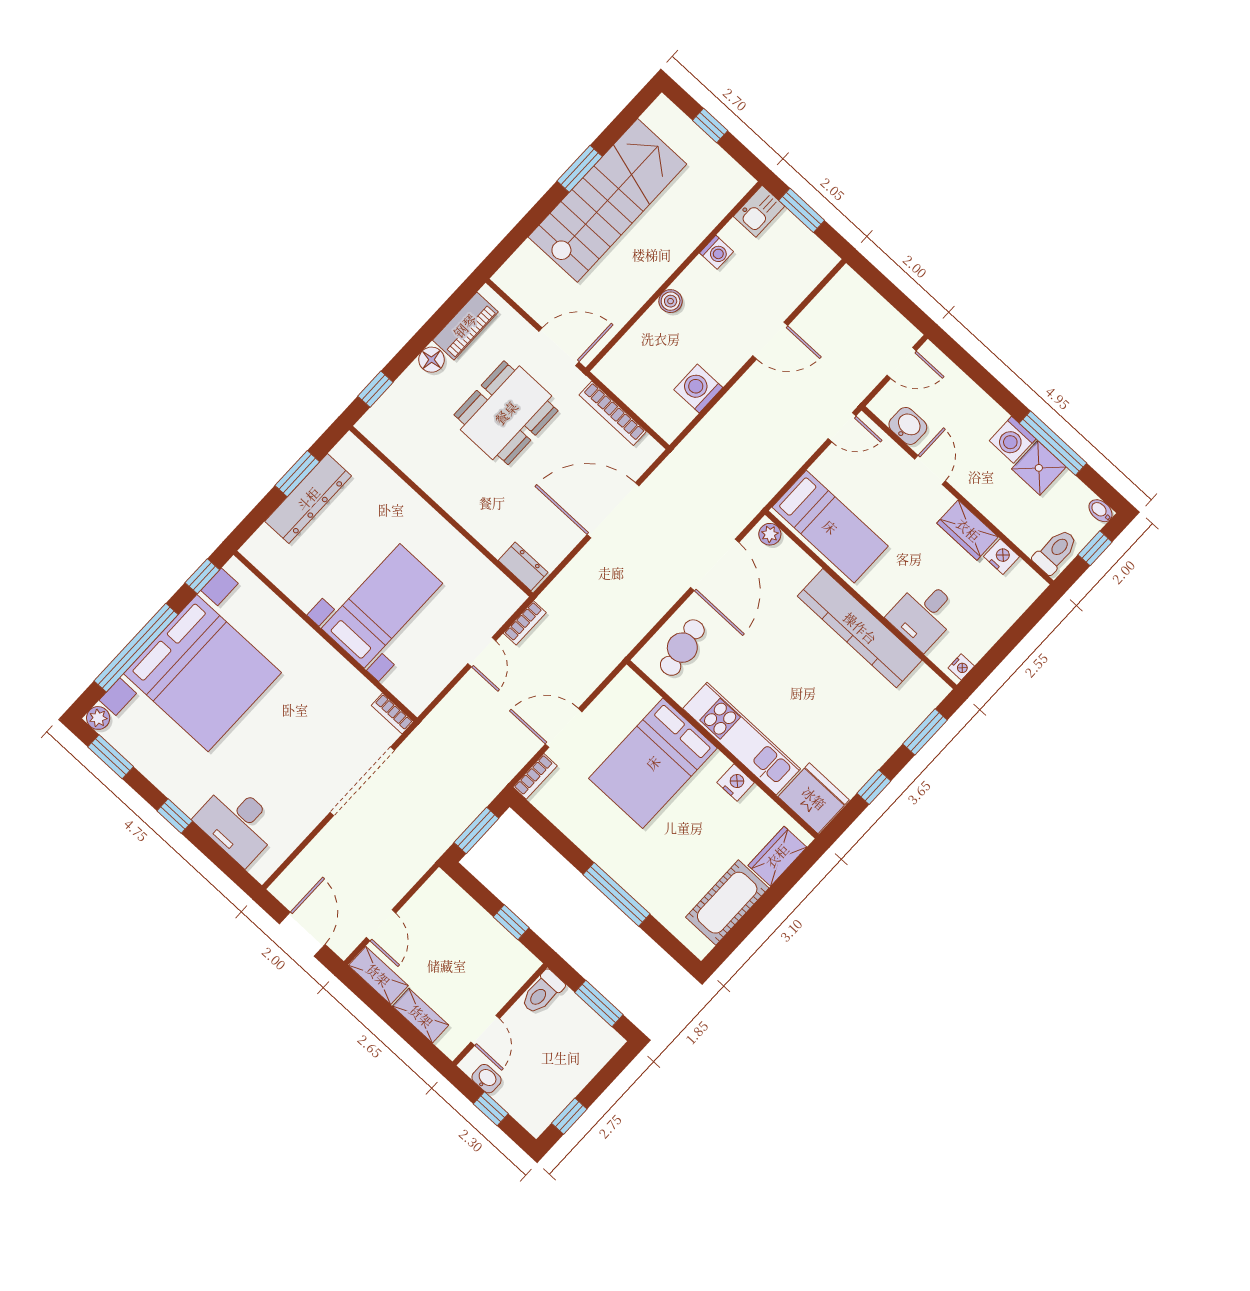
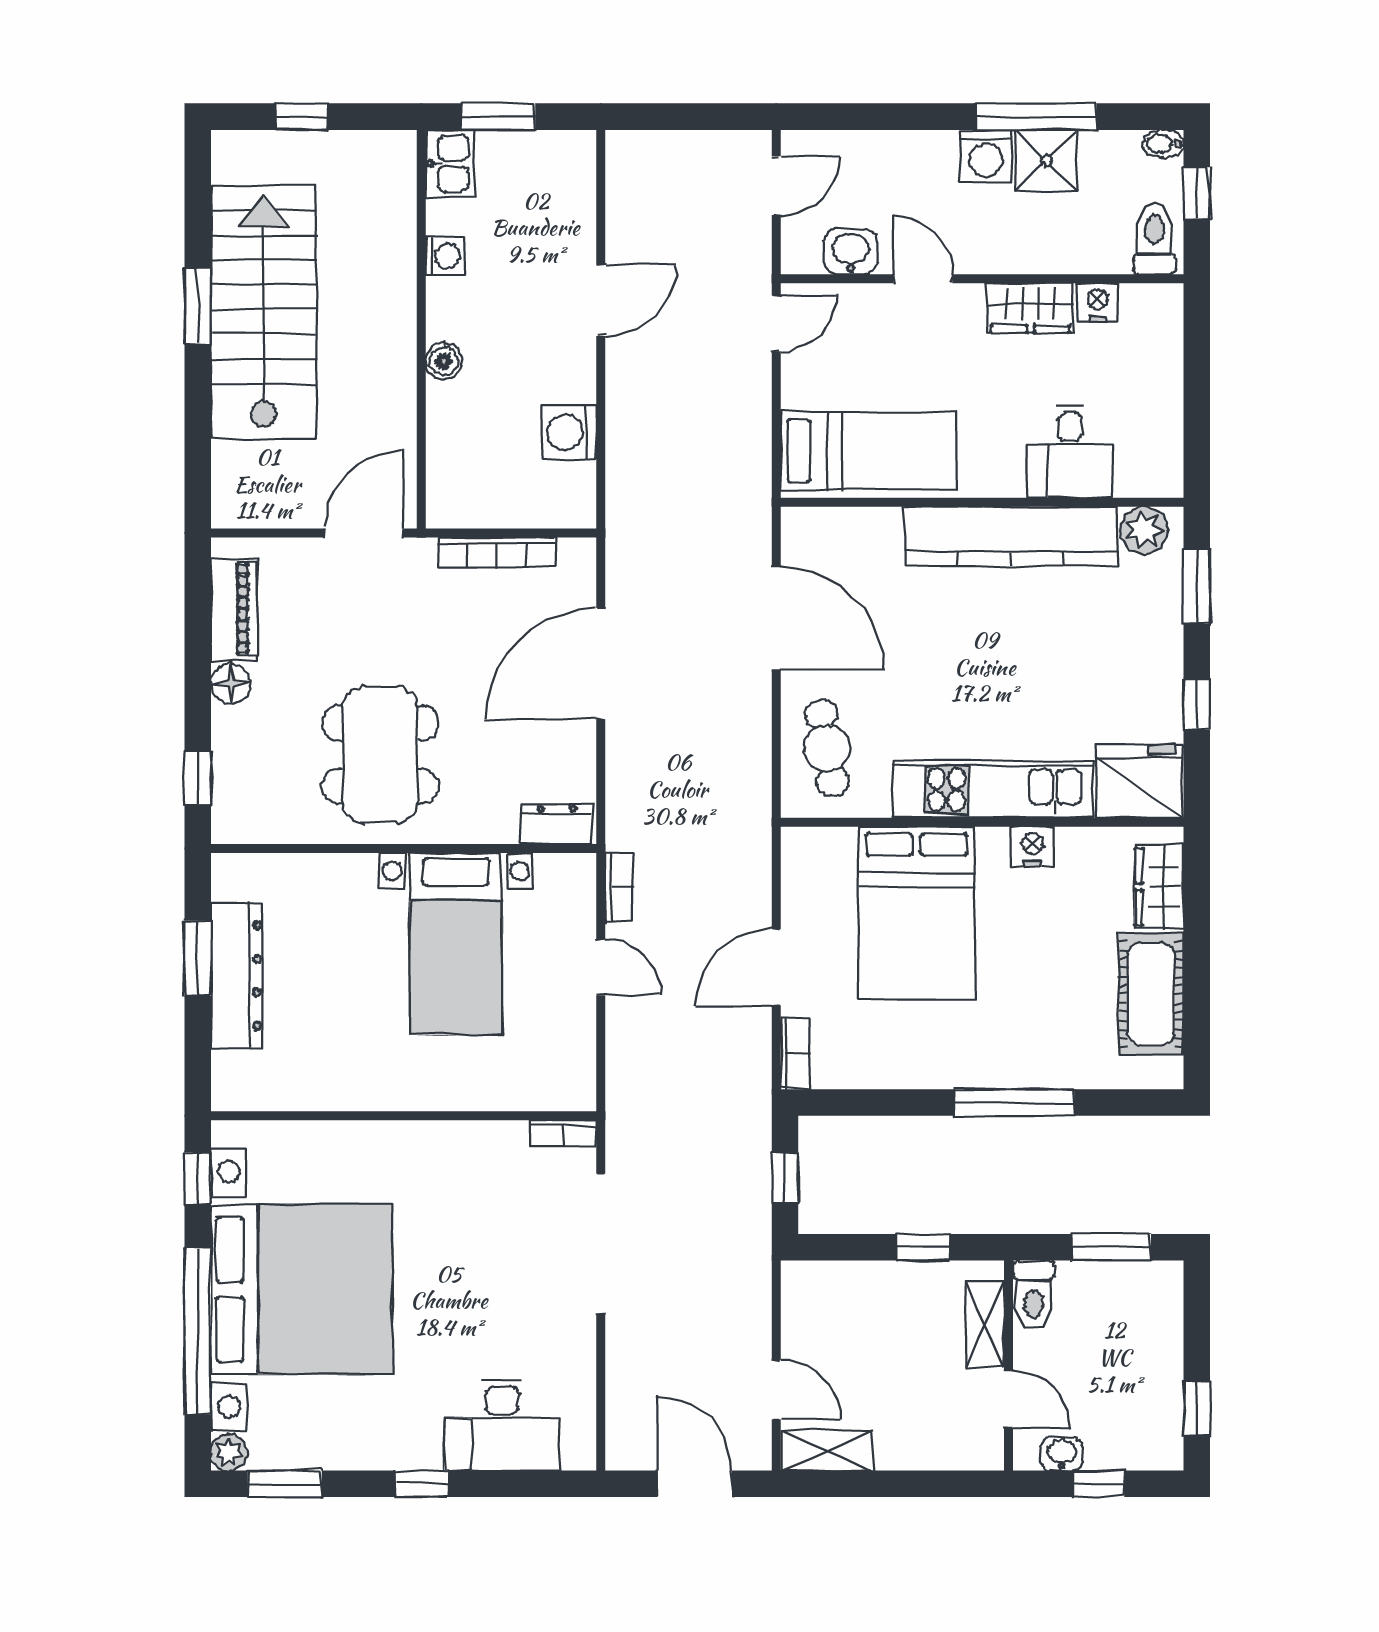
dining table: (506, 413) -> (380, 755), moved
plant: (770, 534) -> (1144, 530), moved, width x1.38, depth x1.38
bed with nightstands: (382, 606) -> (456, 944), moved, turned 180
nightstand: (961, 667) -> (1169, 473), removed
window: (476, 830) -> (785, 1178), width x0.67
shelving: (421, 1016) -> (985, 1324), moved, turned 90

